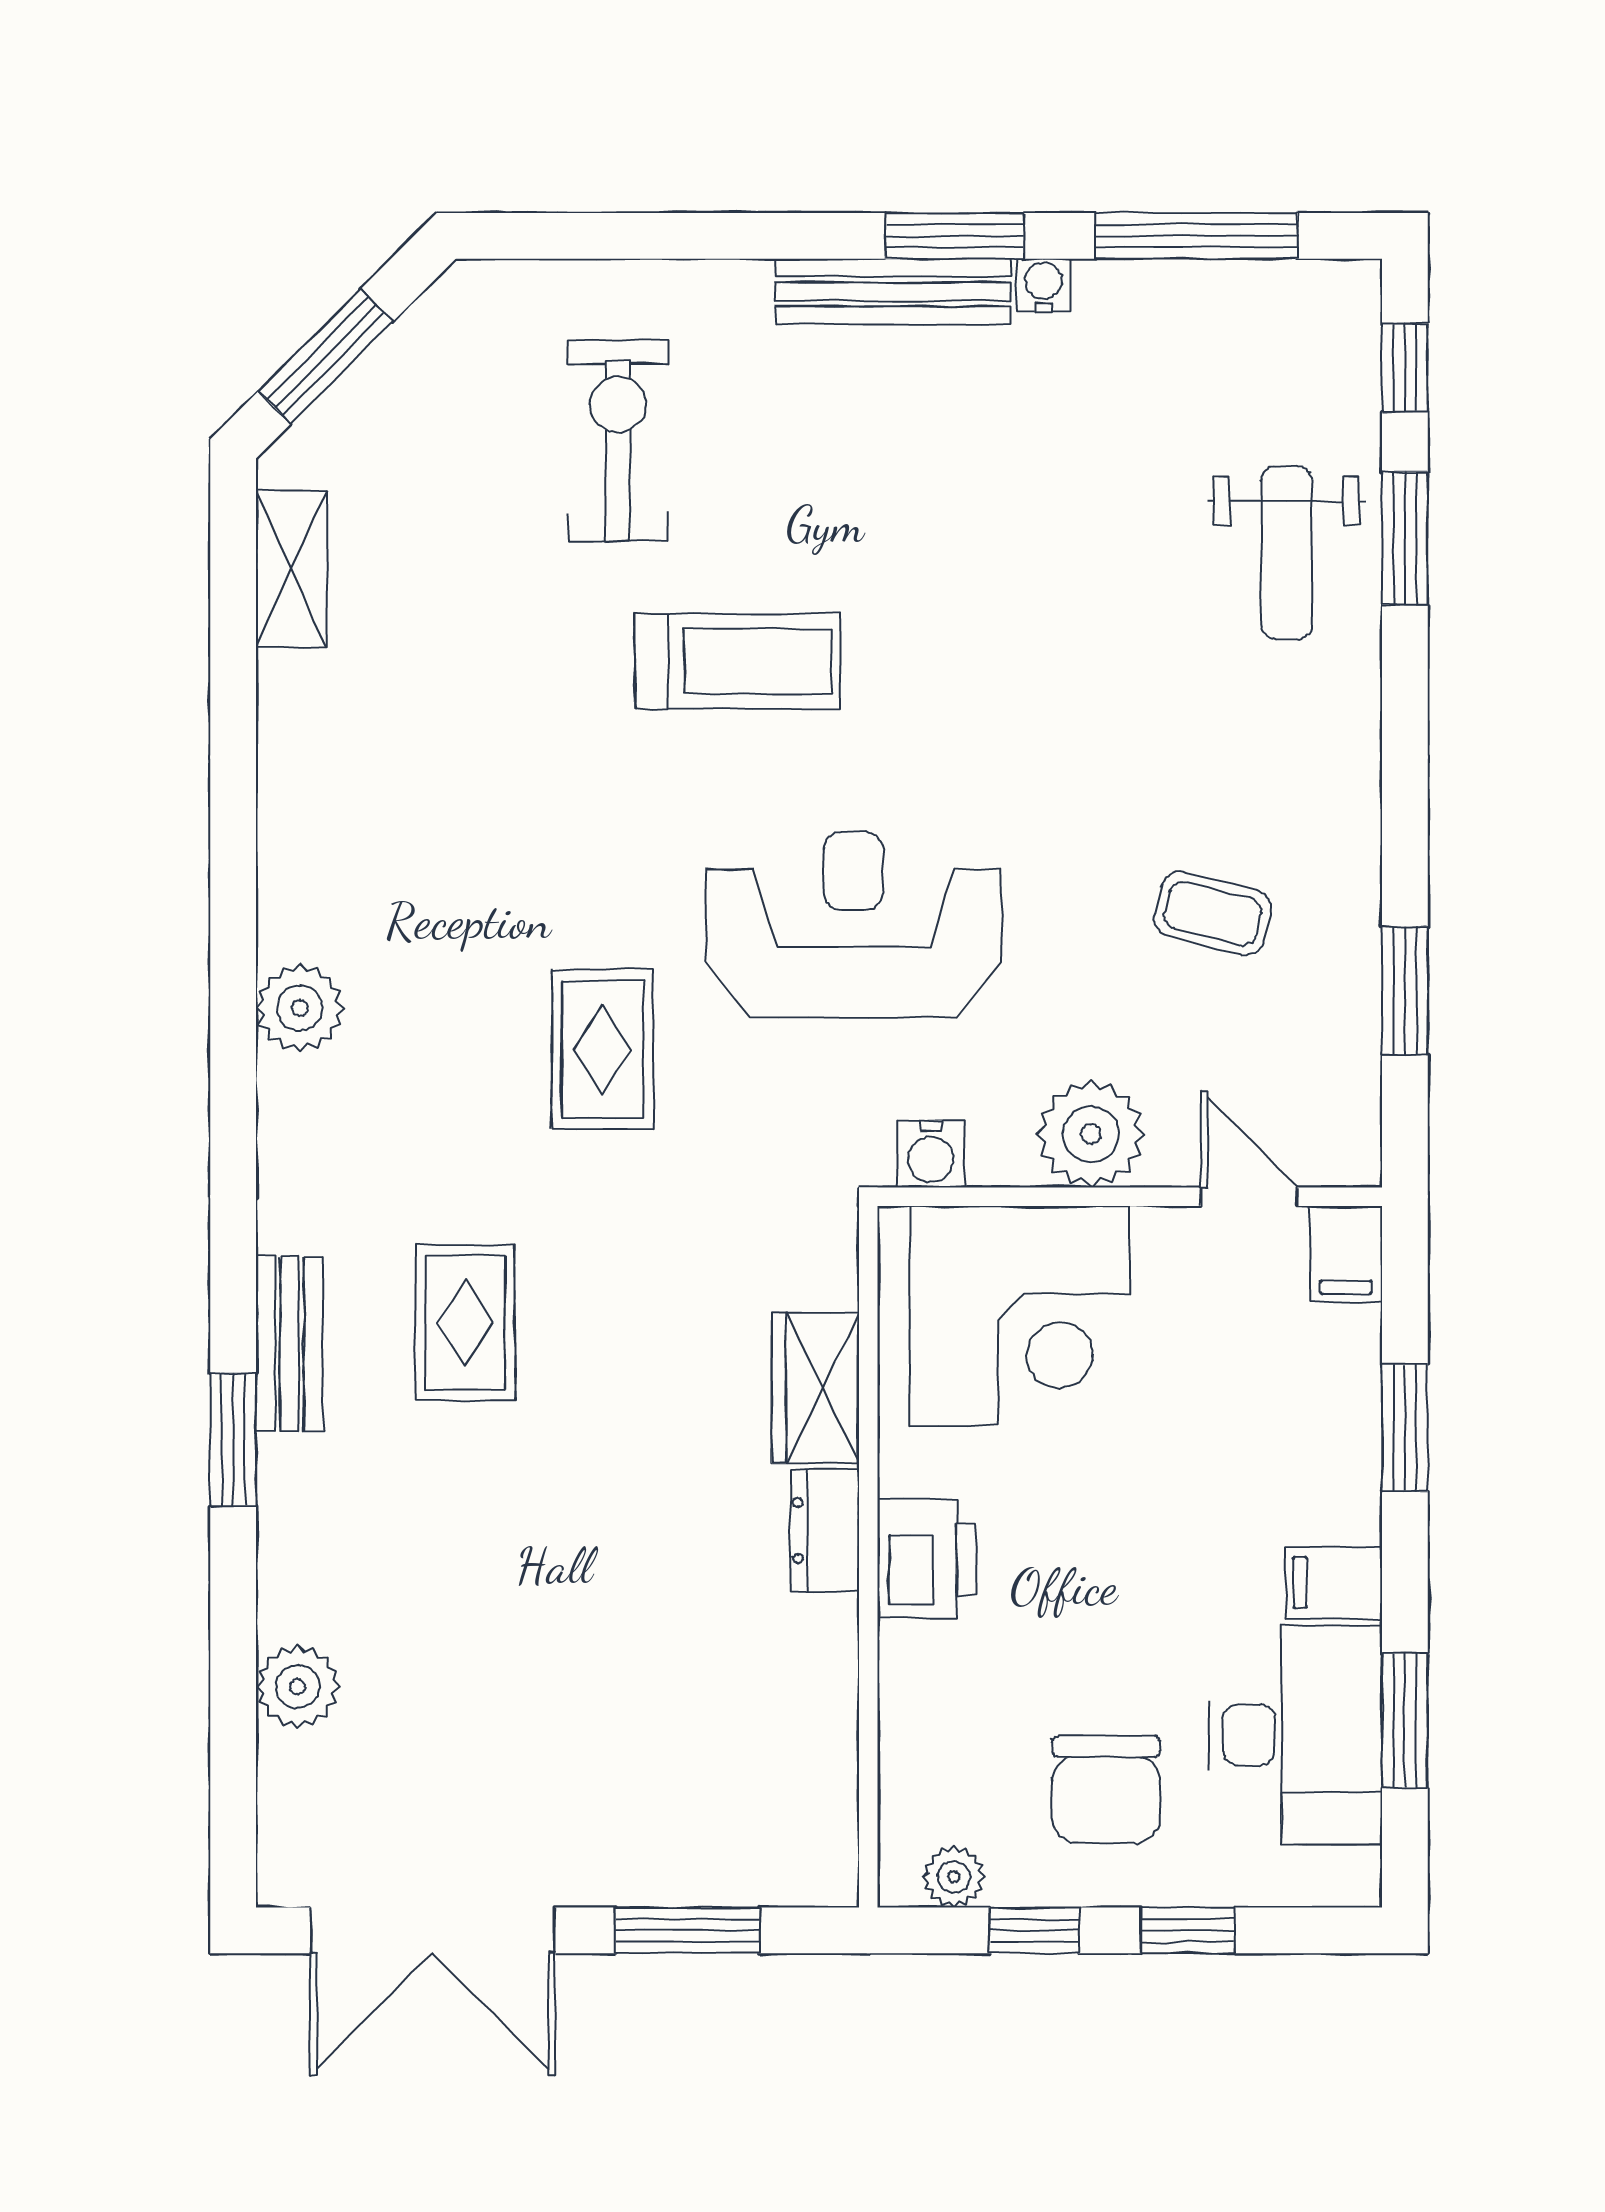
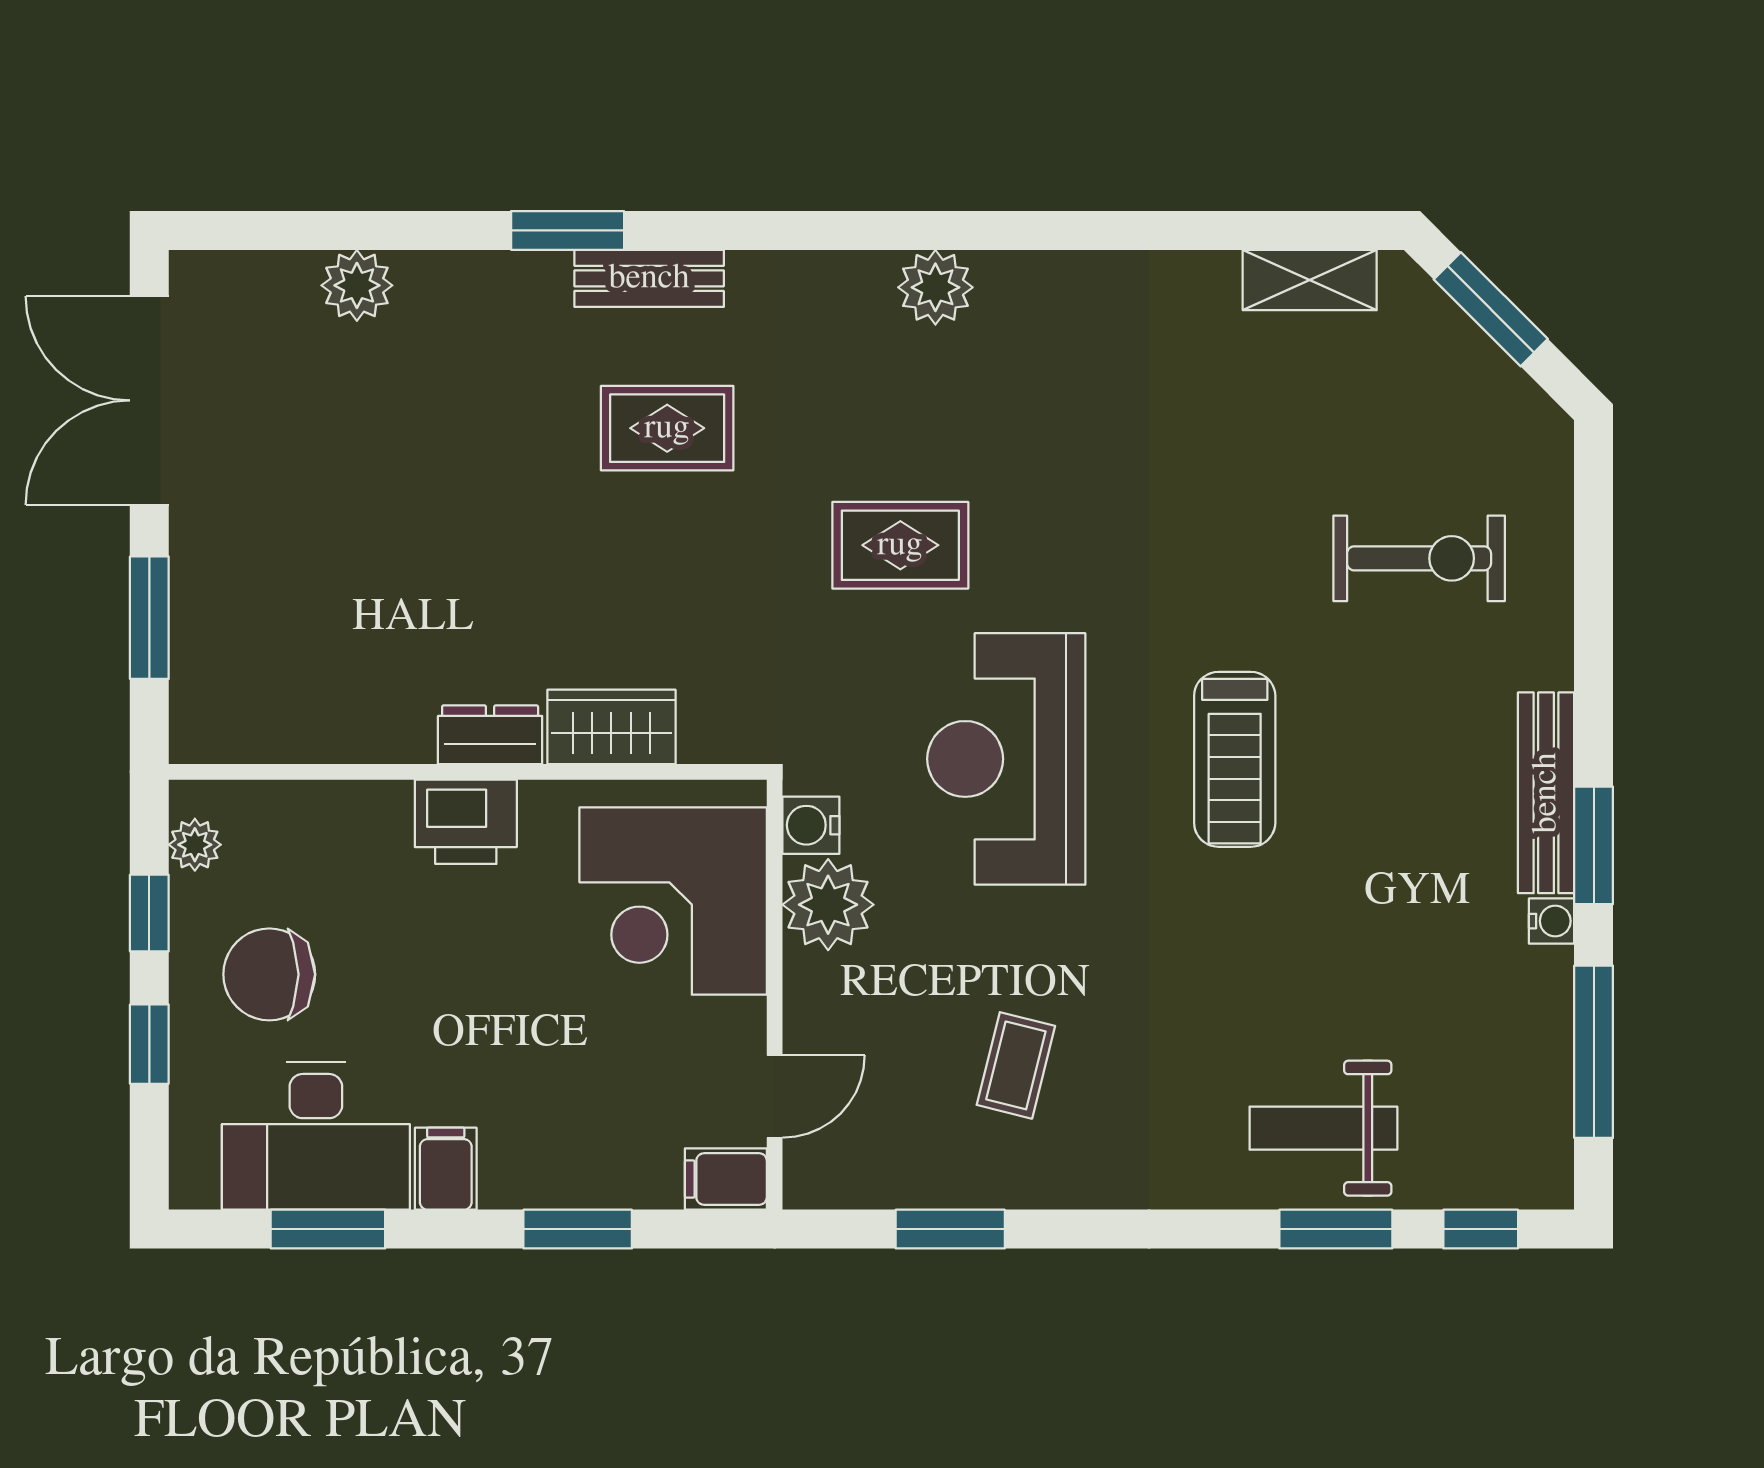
treadmill: (738, 661) -> (1235, 759), moved
reception desk: (853, 925) -> (1006, 759), turned 180
plant: (1091, 1134) -> (828, 905), moved

